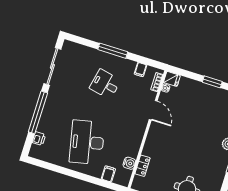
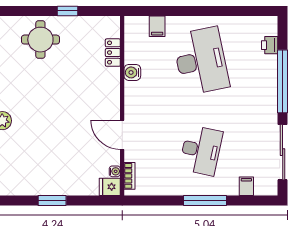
filing cabinet: (140, 70) -> (246, 186), moved
desk: (105, 84) -> (201, 150), width x1.37
water cooler: (129, 163) -> (132, 72), moved

